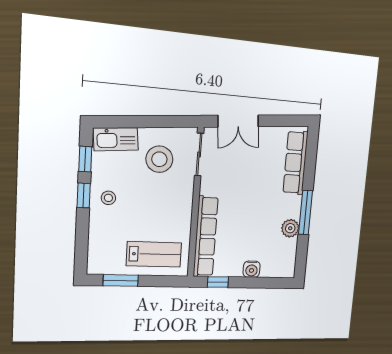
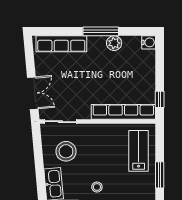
water cooler: (252, 269) -> (149, 42), moved

